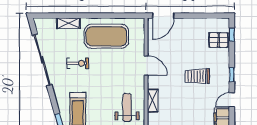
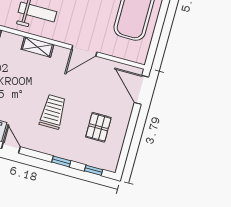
pallet: (219, 40) -> (98, 127), moved
window: (232, 75) -> (61, 161), moved

